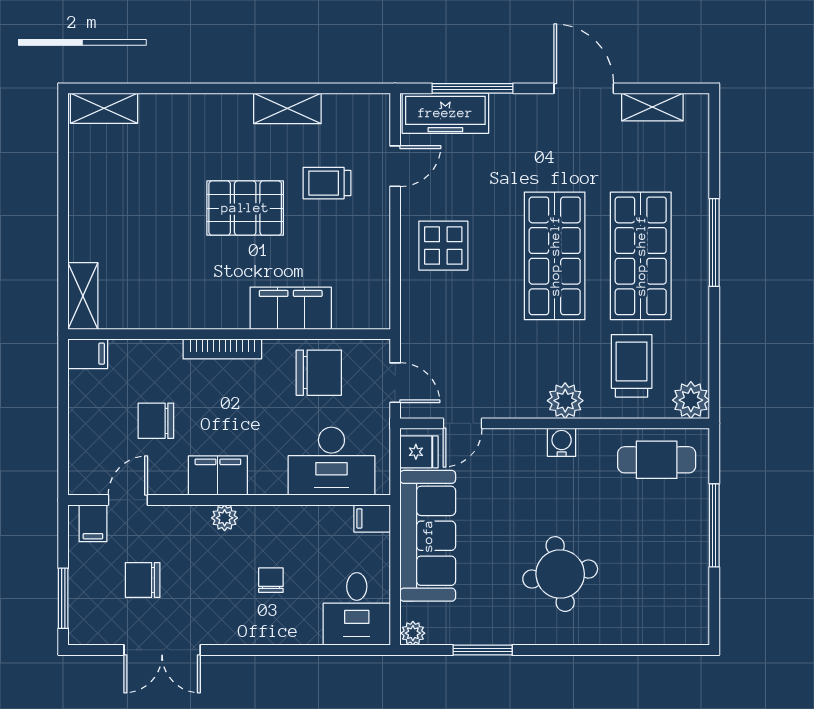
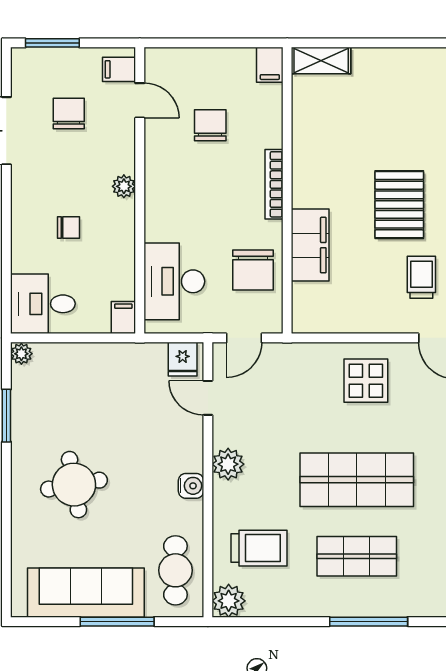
shop shelf: (641, 256) -> (357, 556), width x0.70, depth x0.74
plant: (565, 401) -> (228, 464), moved
filing cabinet: (218, 476) -> (161, 180), removed
sofa: (428, 536) -> (86, 593), moved, turned 180

